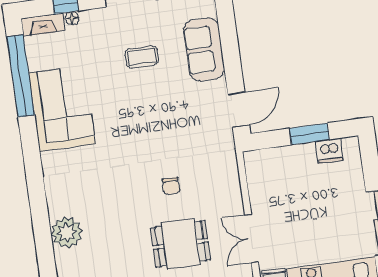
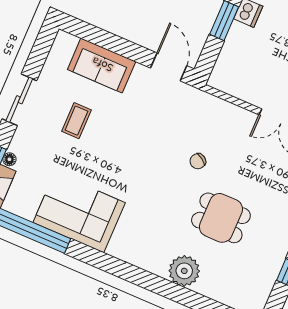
chair: (171, 186) -> (198, 161), turned 124
dining table: (181, 244) -> (221, 218), moved, turned 90

